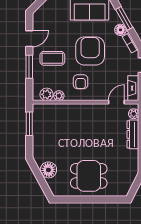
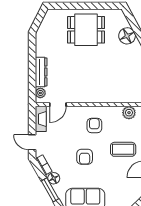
armchair: (90, 51) -> (85, 157), width x0.53, depth x0.53
plant: (59, 96) -> (116, 111), removed

